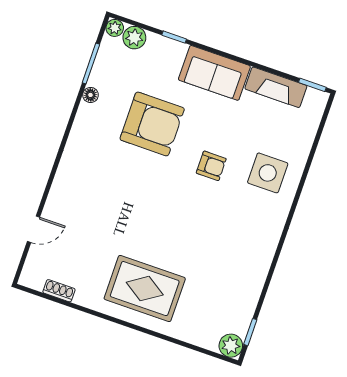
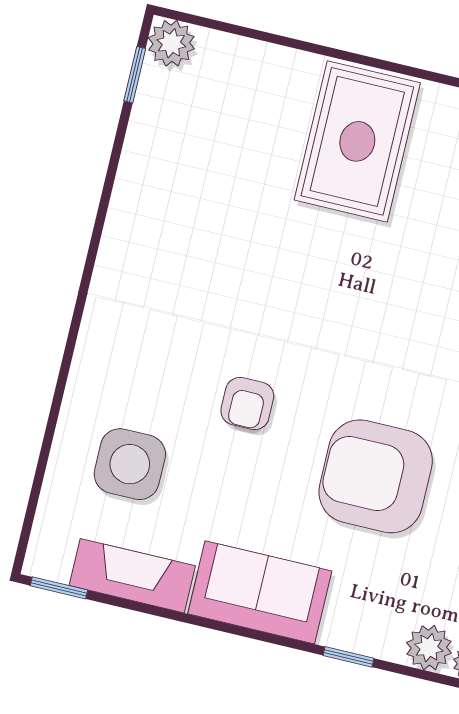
armchair: (211, 166) -> (247, 404), turned -90
side table: (268, 173) -> (130, 464), moved
rug: (145, 289) -> (357, 141), turned 90

